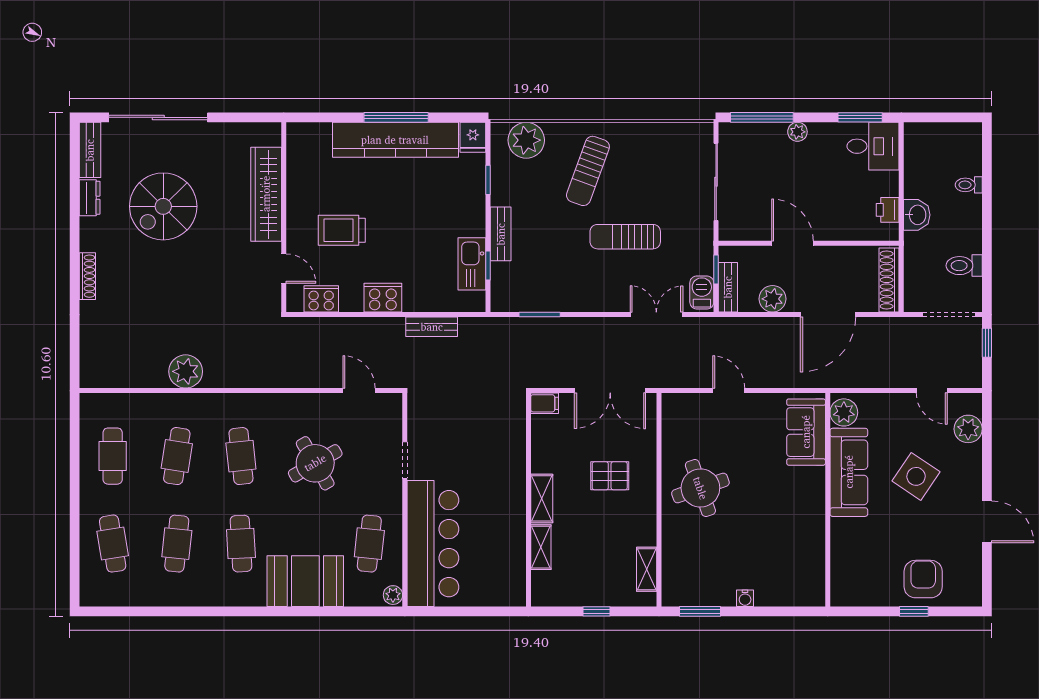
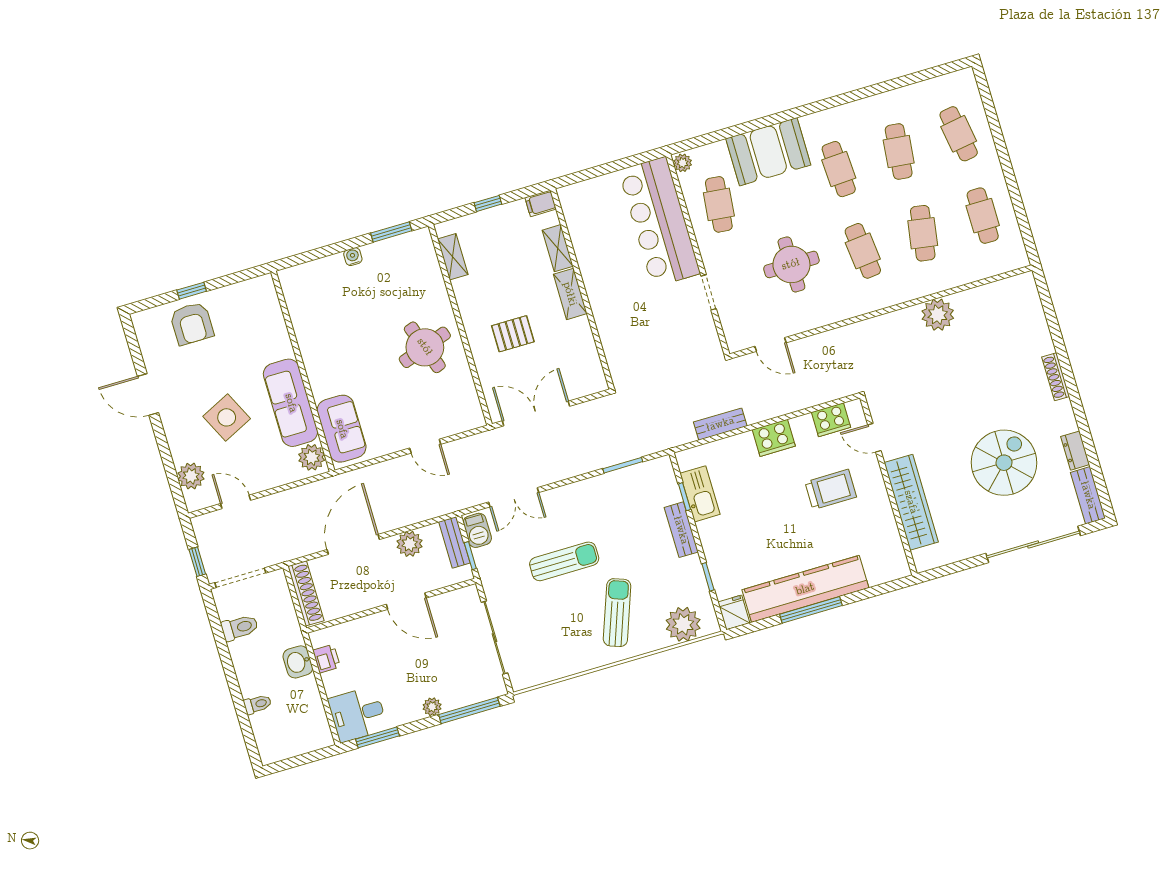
filing cabinet: (545, 403) -> (541, 203), moved
round table: (315, 463) -> (791, 264), turned 30
side table: (916, 476) -> (227, 417), turned 30

